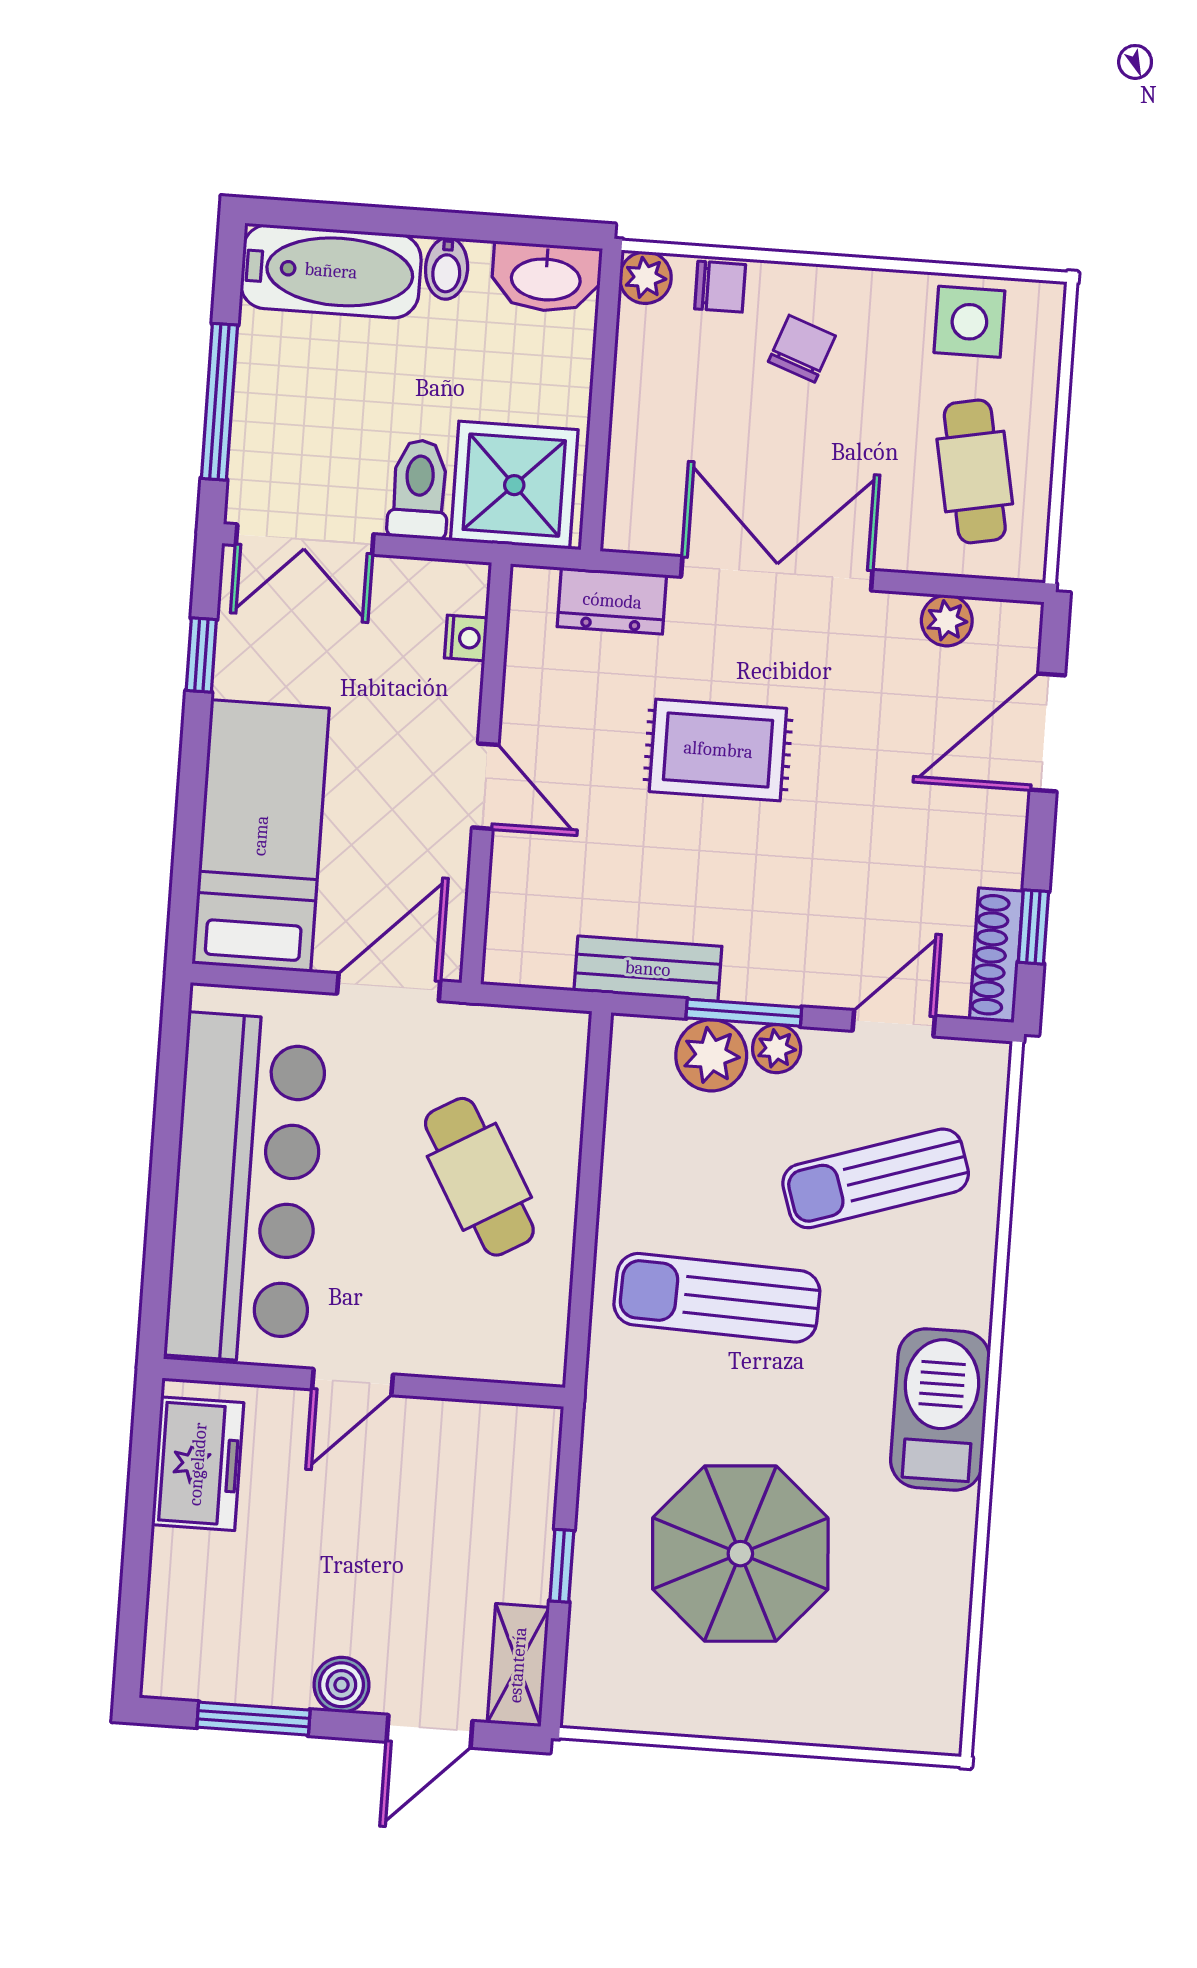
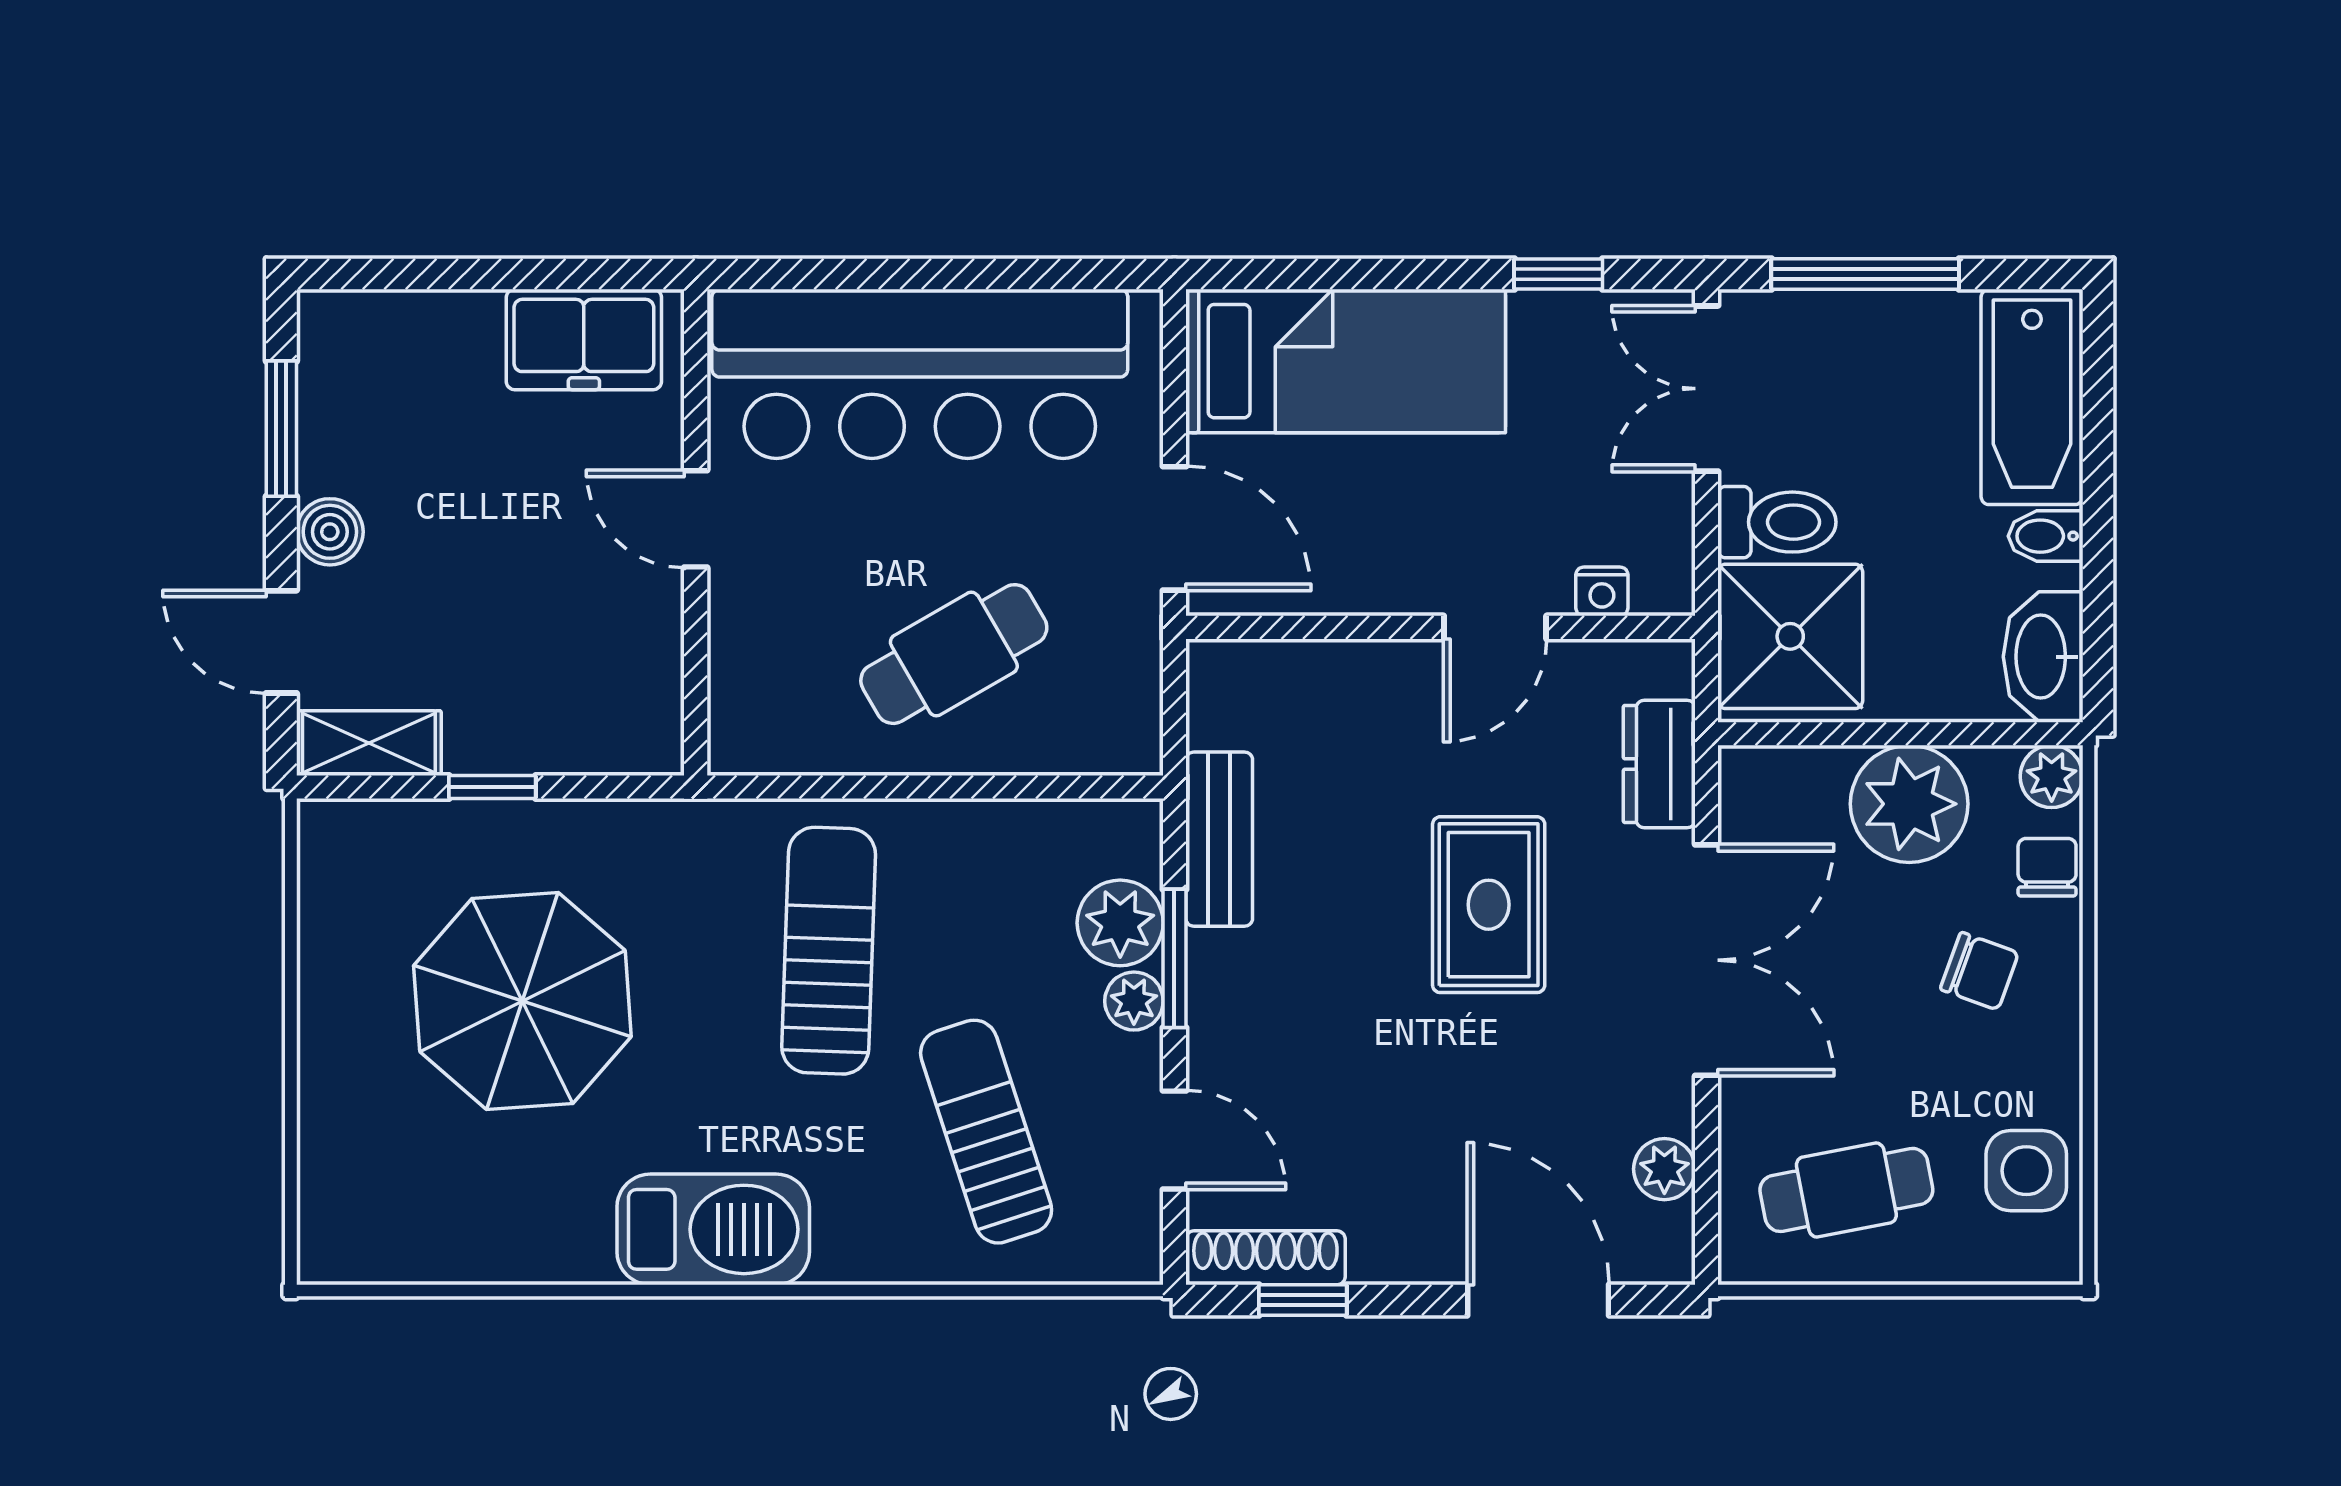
chair: (720, 287) -> (2047, 867), turned 180
plant: (660, 397) -> (1909, 804), added
door: (485, 786) -> (1495, 627), moved

